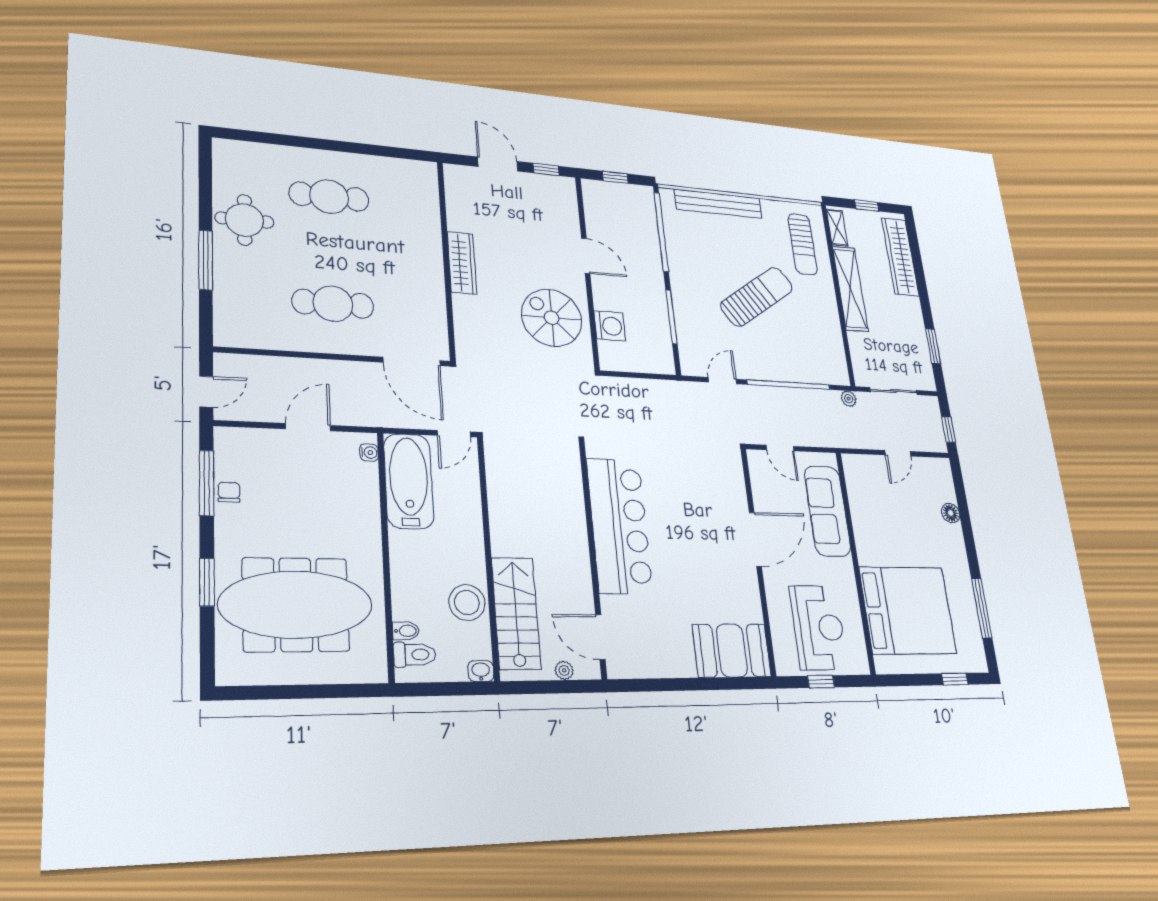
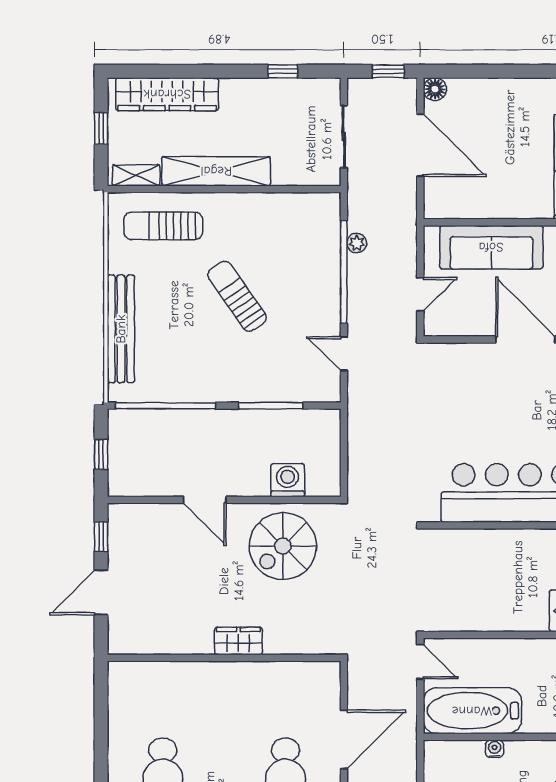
sun lounger: (803, 244) -> (163, 226), turned 180
door: (586, 256) -> (205, 500), swing flipped
wardrobe: (462, 263) -> (238, 641), width x0.67
sun lounger: (757, 297) -> (237, 296), width x0.73, depth x0.75
window: (933, 346) -> (283, 71), width x0.67
door: (412, 361) -> (344, 740), moved
plant: (849, 399) -> (357, 243), moved
water cooler: (369, 452) -> (495, 749), moved
door: (898, 453) -> (420, 145), width x1.87
floor lamp: (951, 513) -> (435, 89), moved

